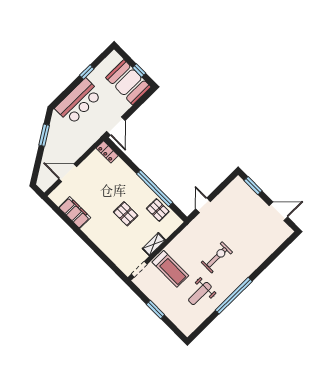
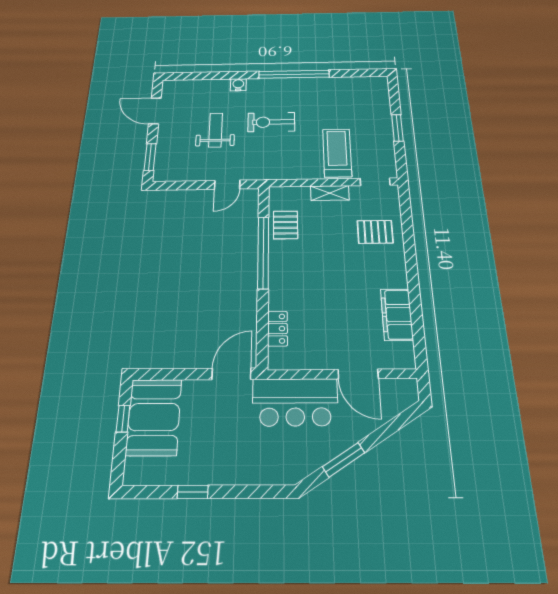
bar counter: (79, 102) -> (295, 402), moved, turned 180
locker: (107, 152) -> (278, 329), moved
pallet: (126, 214) -> (375, 232), moved, turned 90
water cooler: (254, 264) -> (238, 85), added
weight bench: (200, 293) -> (216, 130), moved, turned -90

